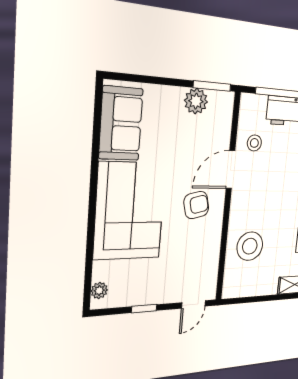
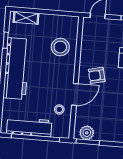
plant: (196, 101) -> (87, 133), moved

